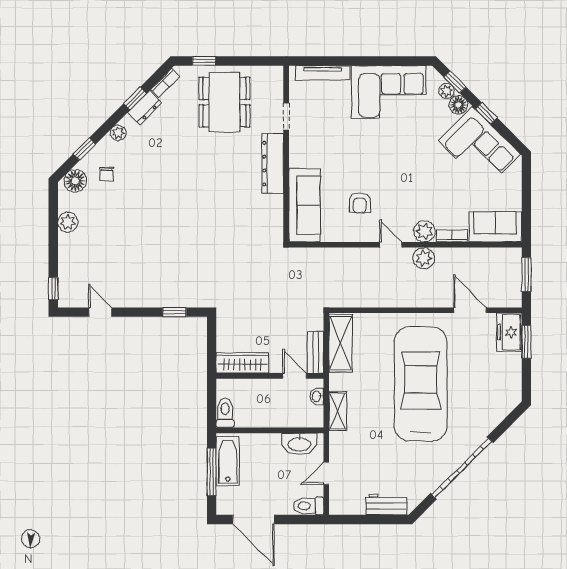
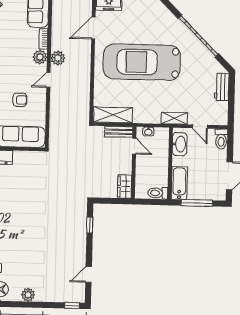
wardrobe: (242, 363) -> (125, 187), width x0.67
door: (295, 376) -> (134, 146), swing flipped
shelving: (338, 411) -> (174, 118), moved
bathtub: (228, 461) -> (179, 183), moved, turned 90

